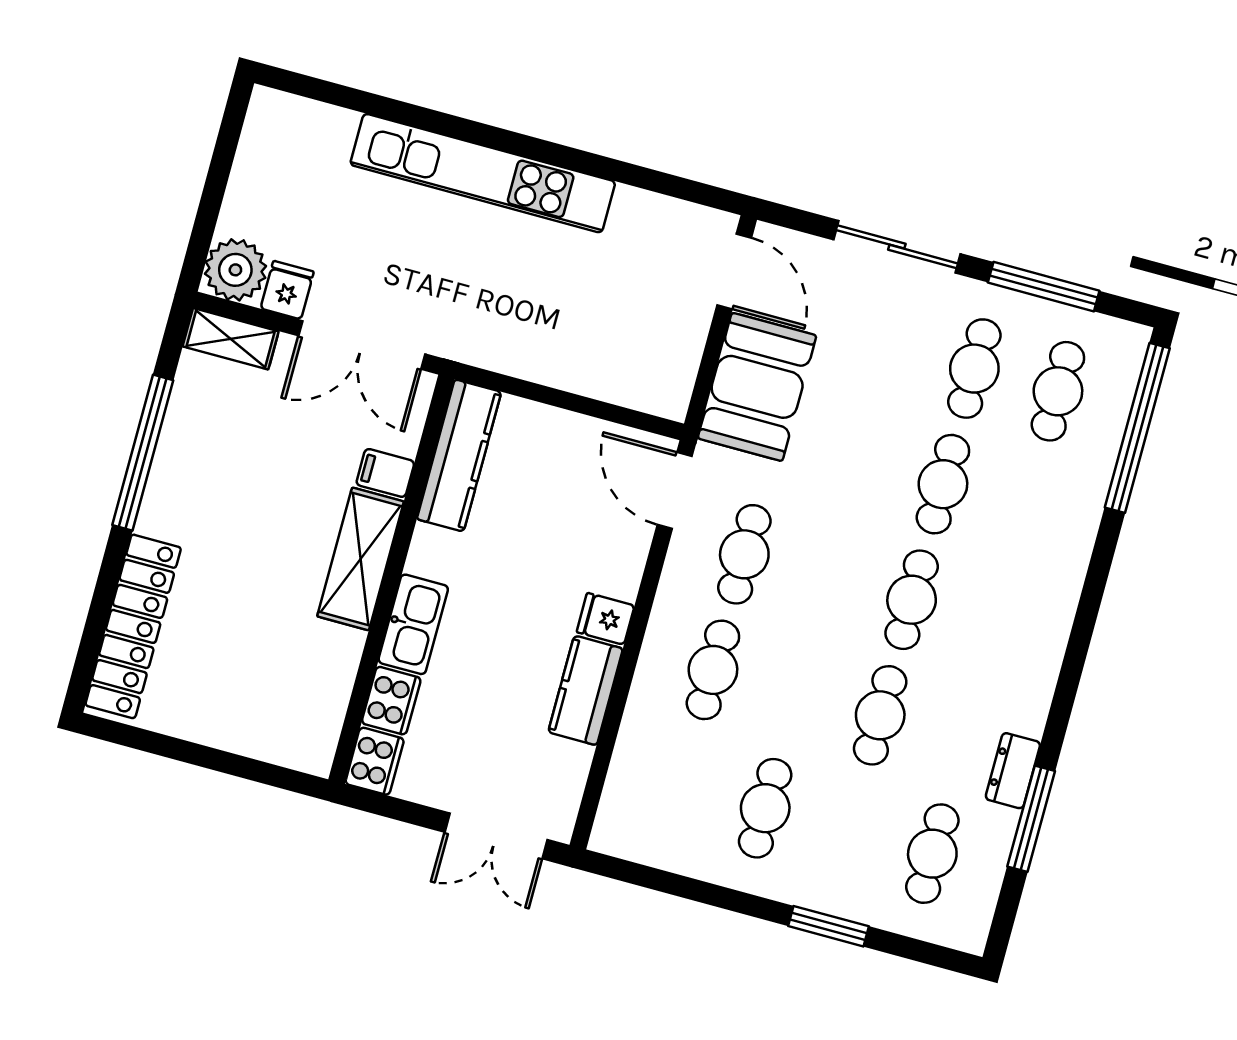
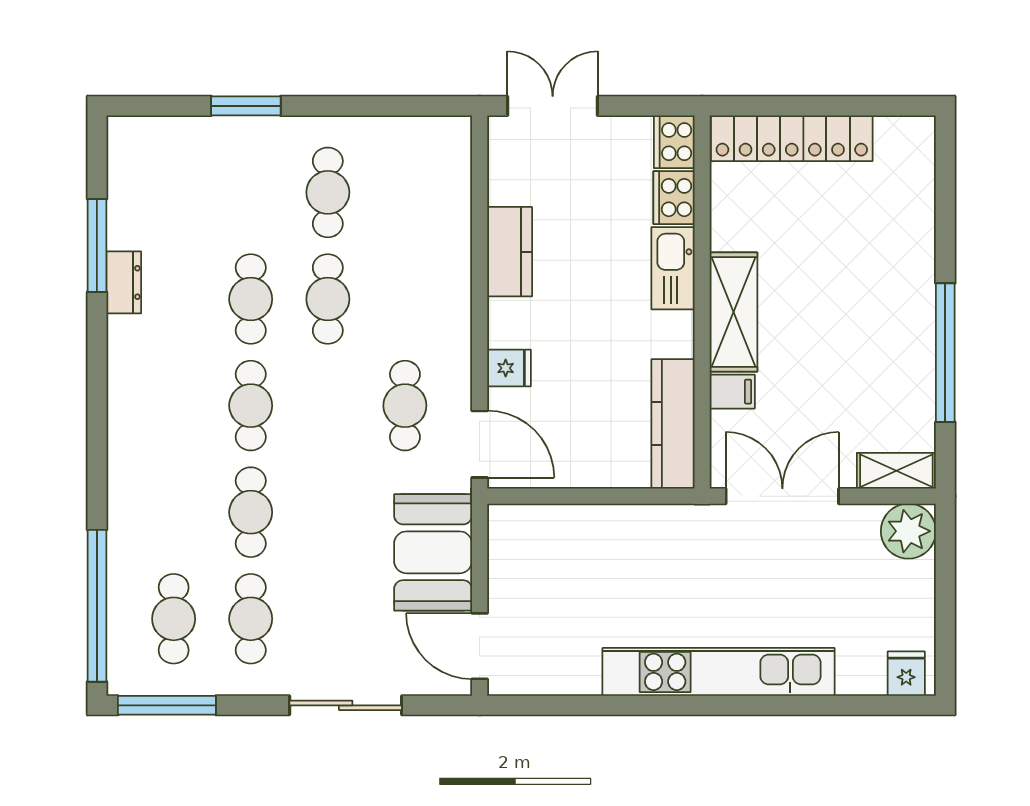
window: (1044, 287) -> (167, 705), moved
fridge: (287, 290) -> (906, 674), moved, turned 180
fridge: (606, 619) -> (509, 368), moved
locker: (133, 626) -> (792, 138), moved, turned -90
cafe table: (713, 670) -> (328, 299), moved
cafe table: (932, 854) -> (174, 192), removed

